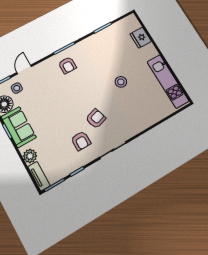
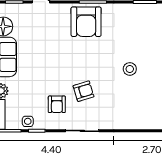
armchair: (67, 65) -> (86, 22), width x1.88, depth x1.88
side table: (17, 88) -> (28, 121), moved

